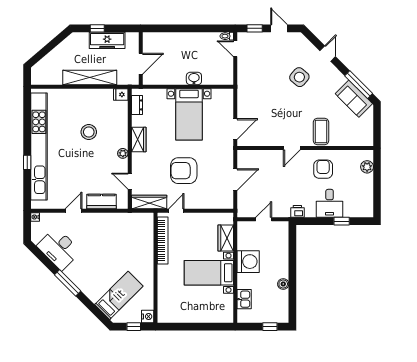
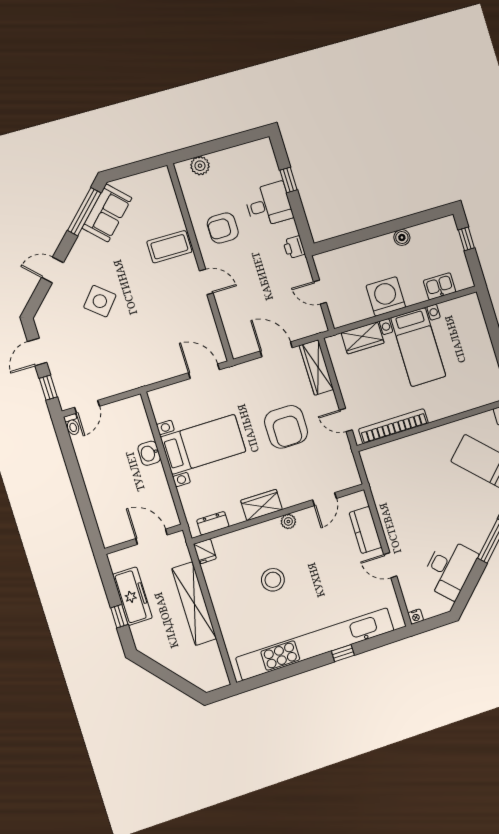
wardrobe: (149, 202) -> (316, 367), moved

